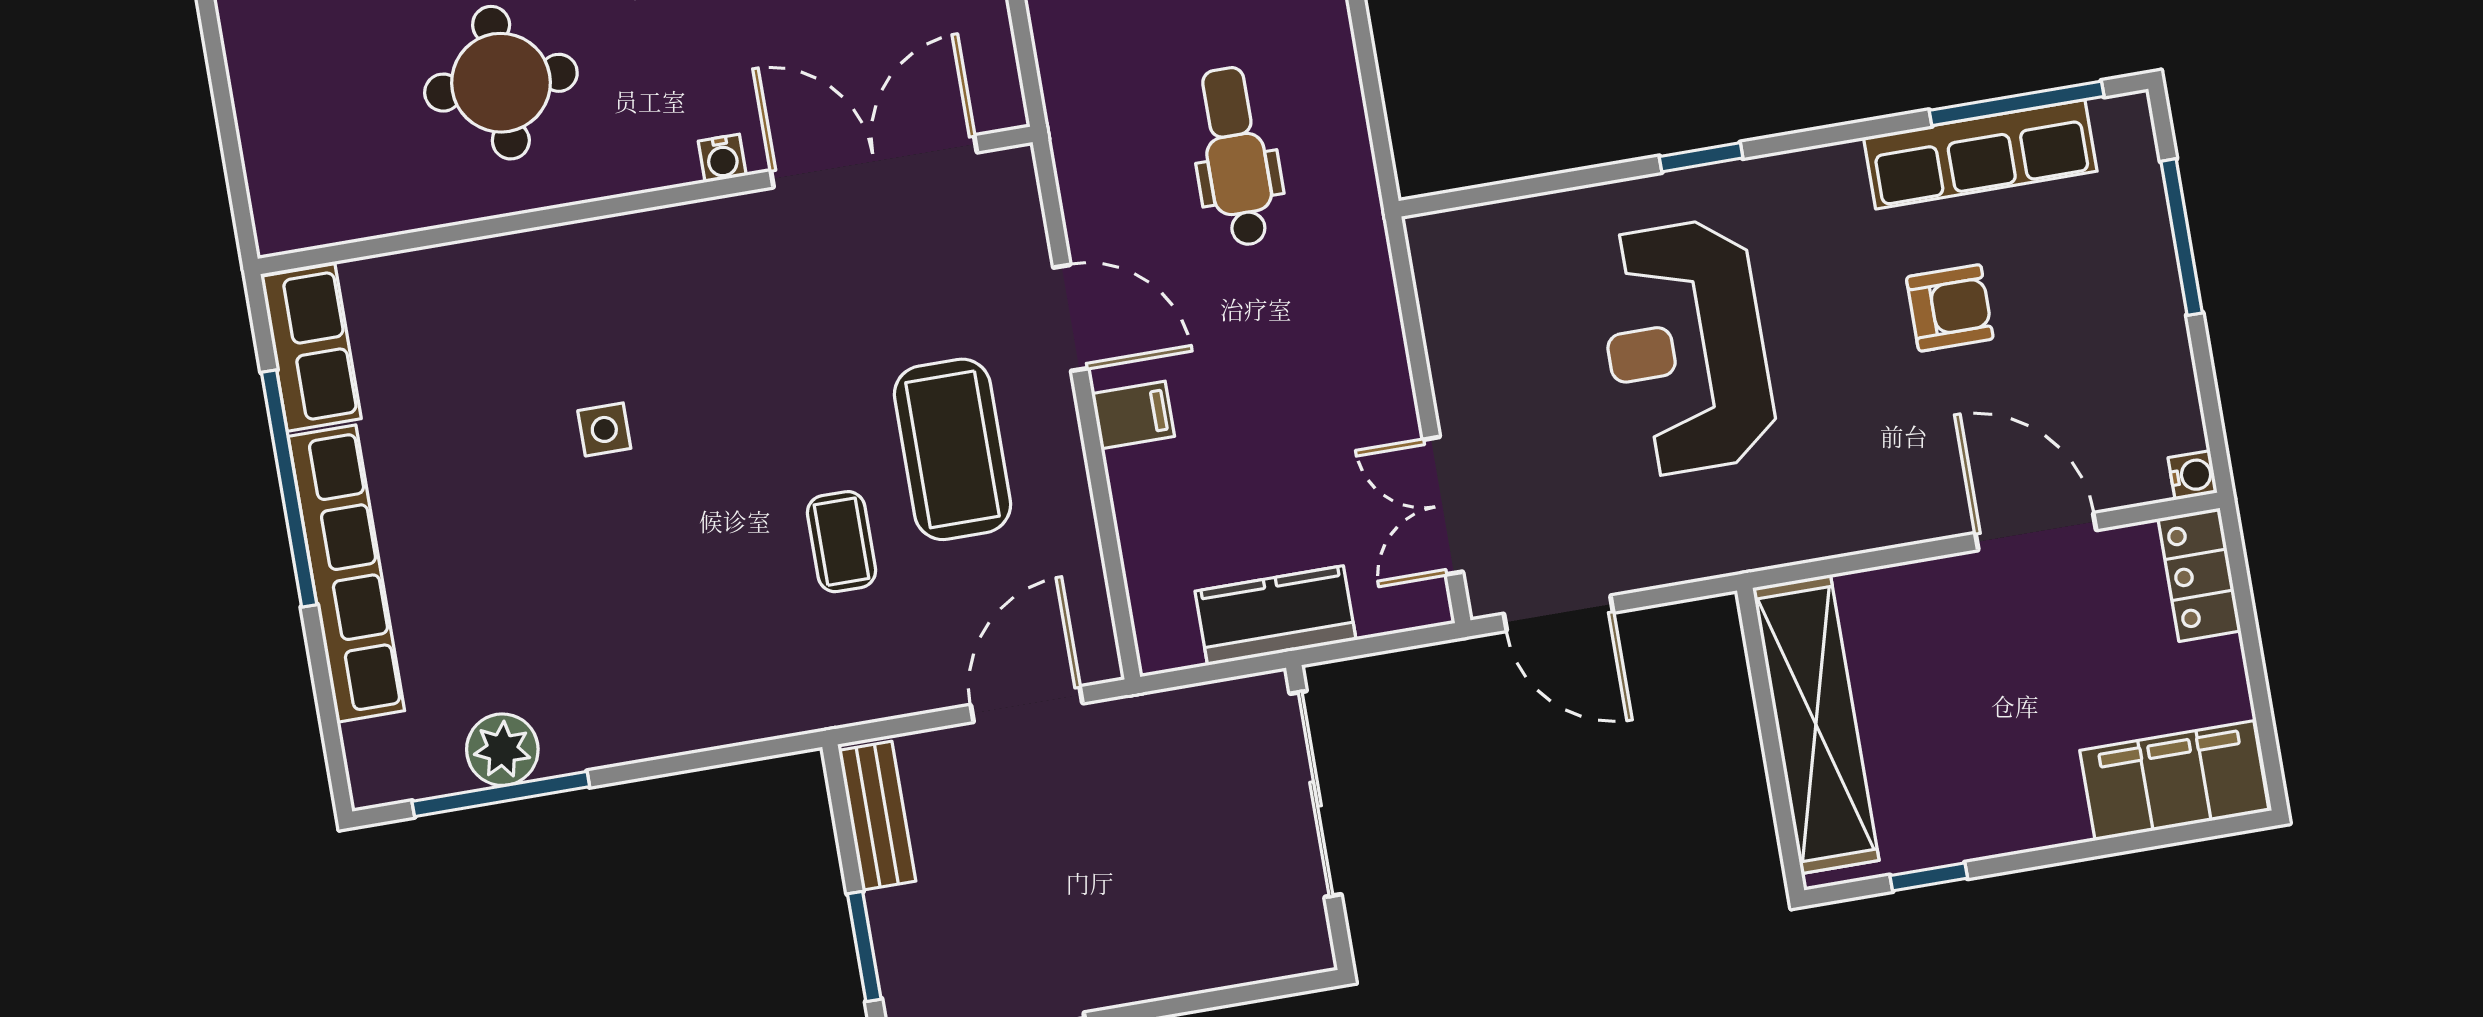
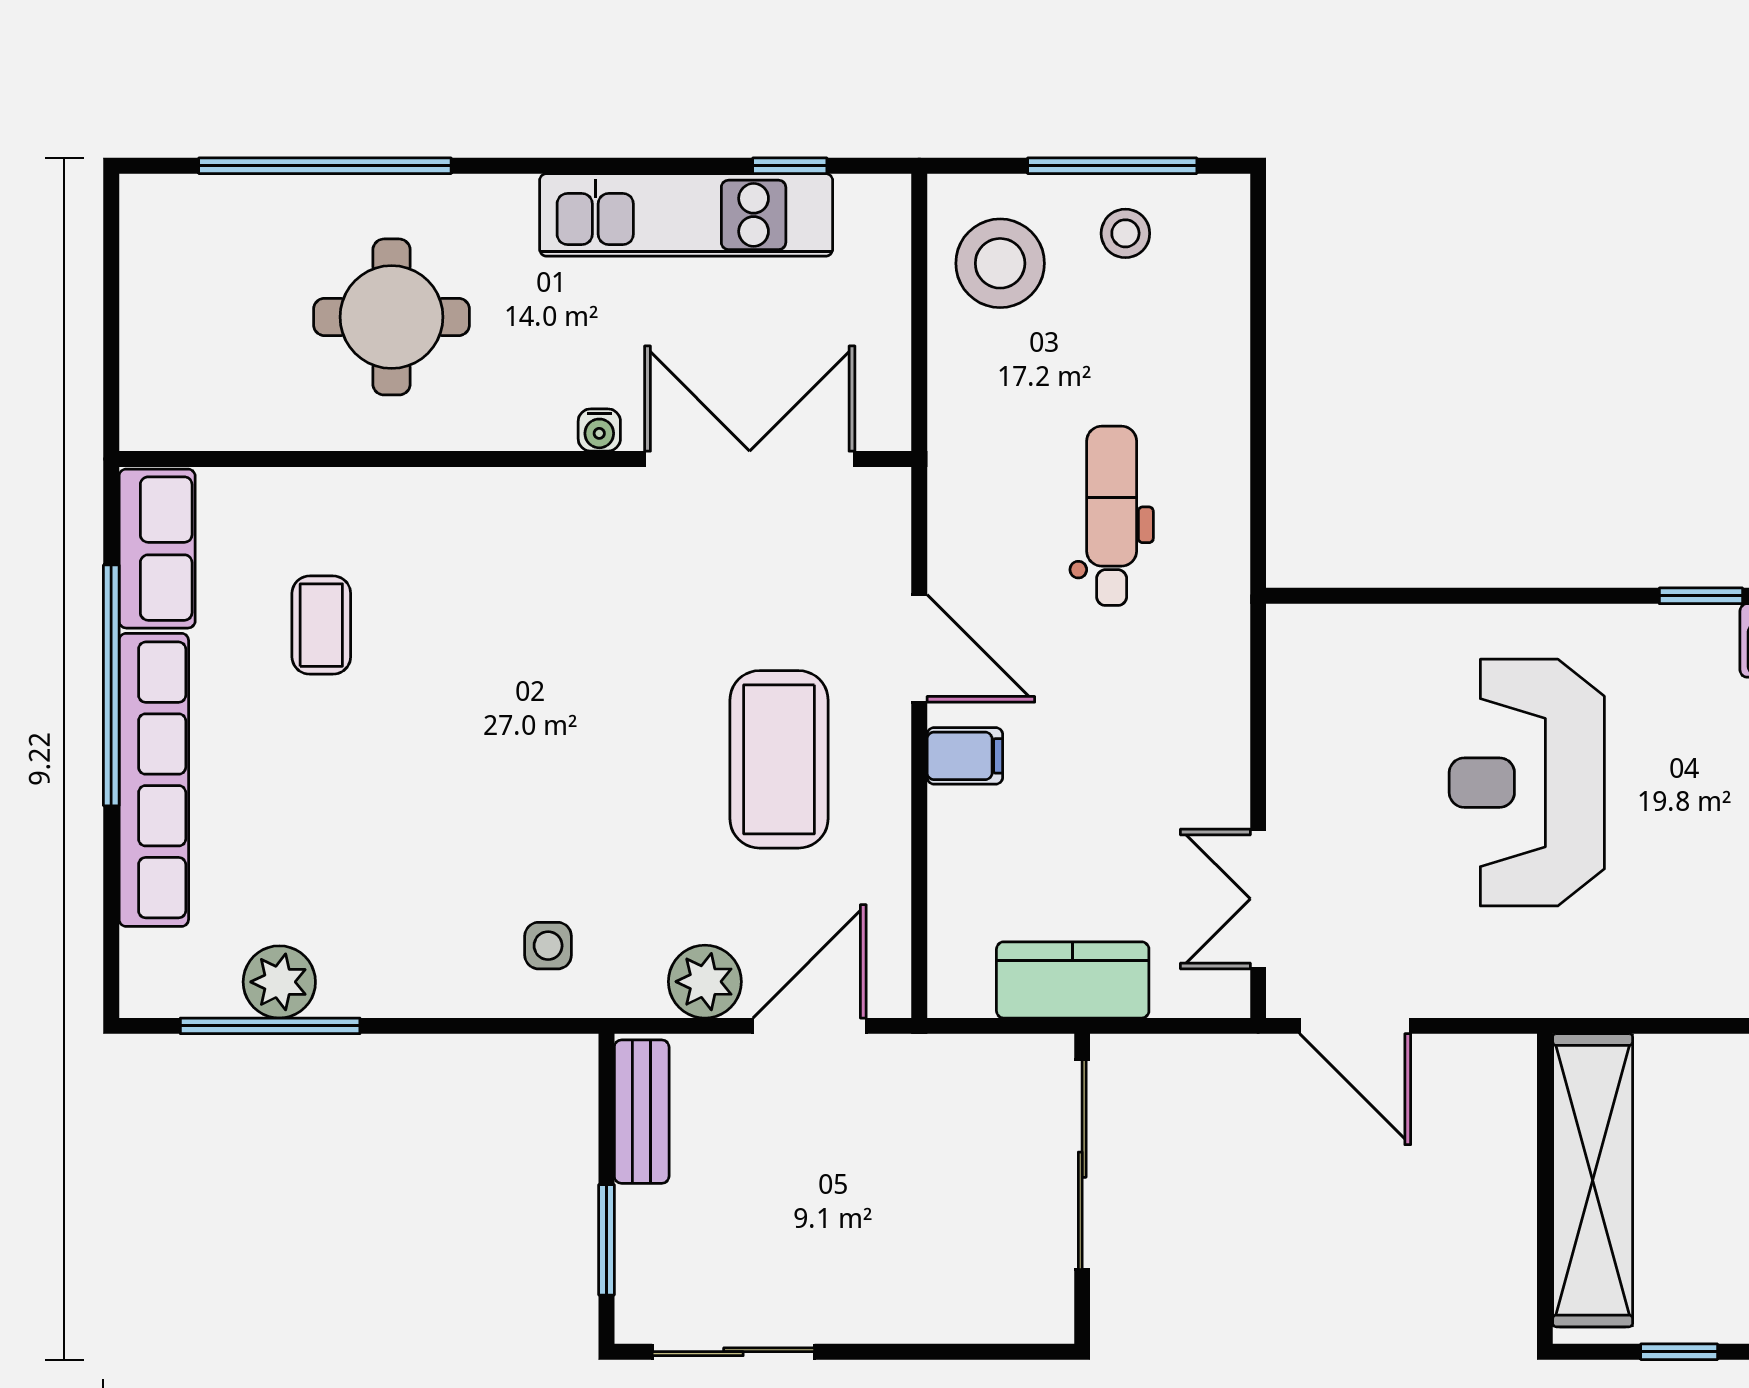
window: (1701, 157) -> (1701, 596), moved
side table: (604, 429) -> (548, 946), moved
coffee table: (841, 542) -> (321, 625), moved
plant: (917, 678) -> (705, 982), added

